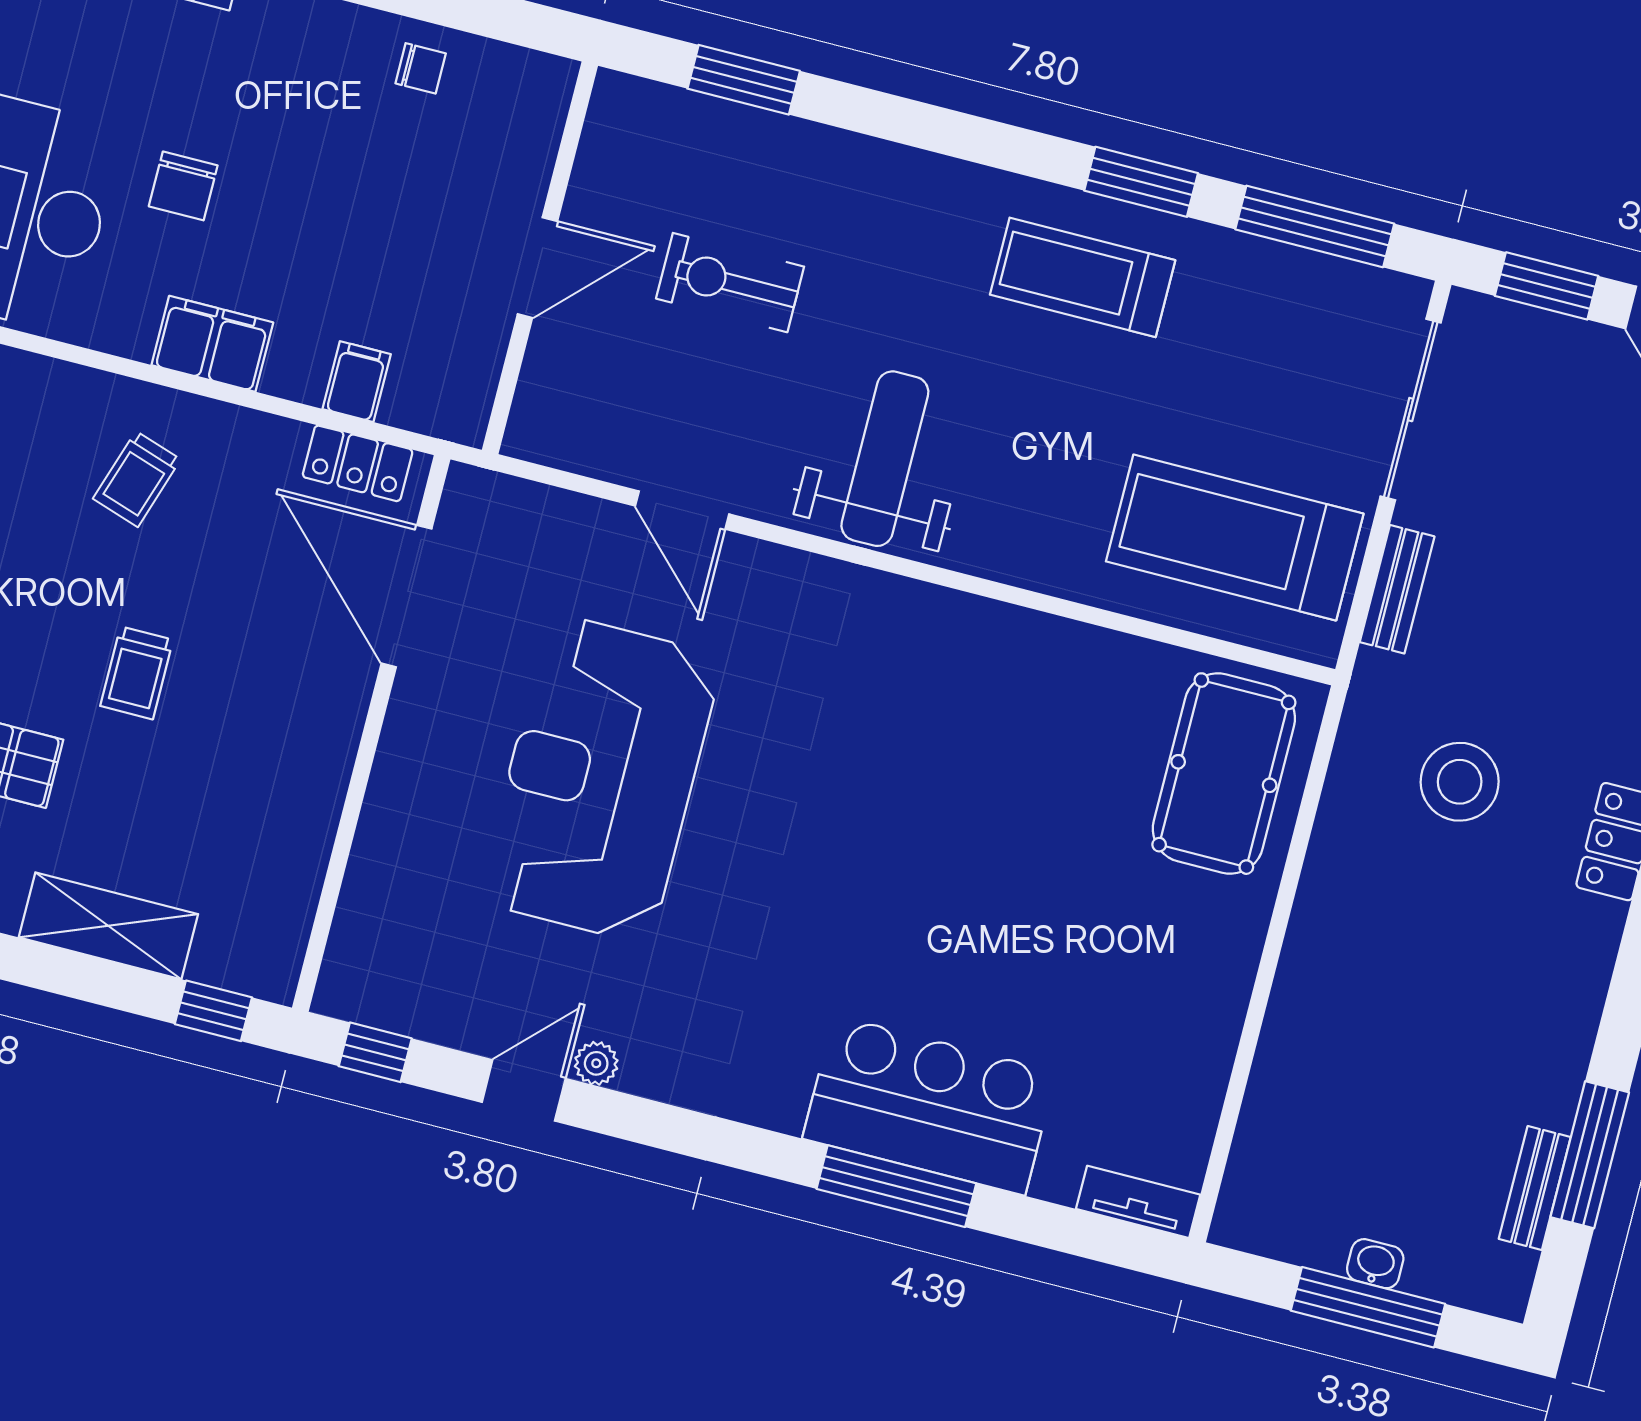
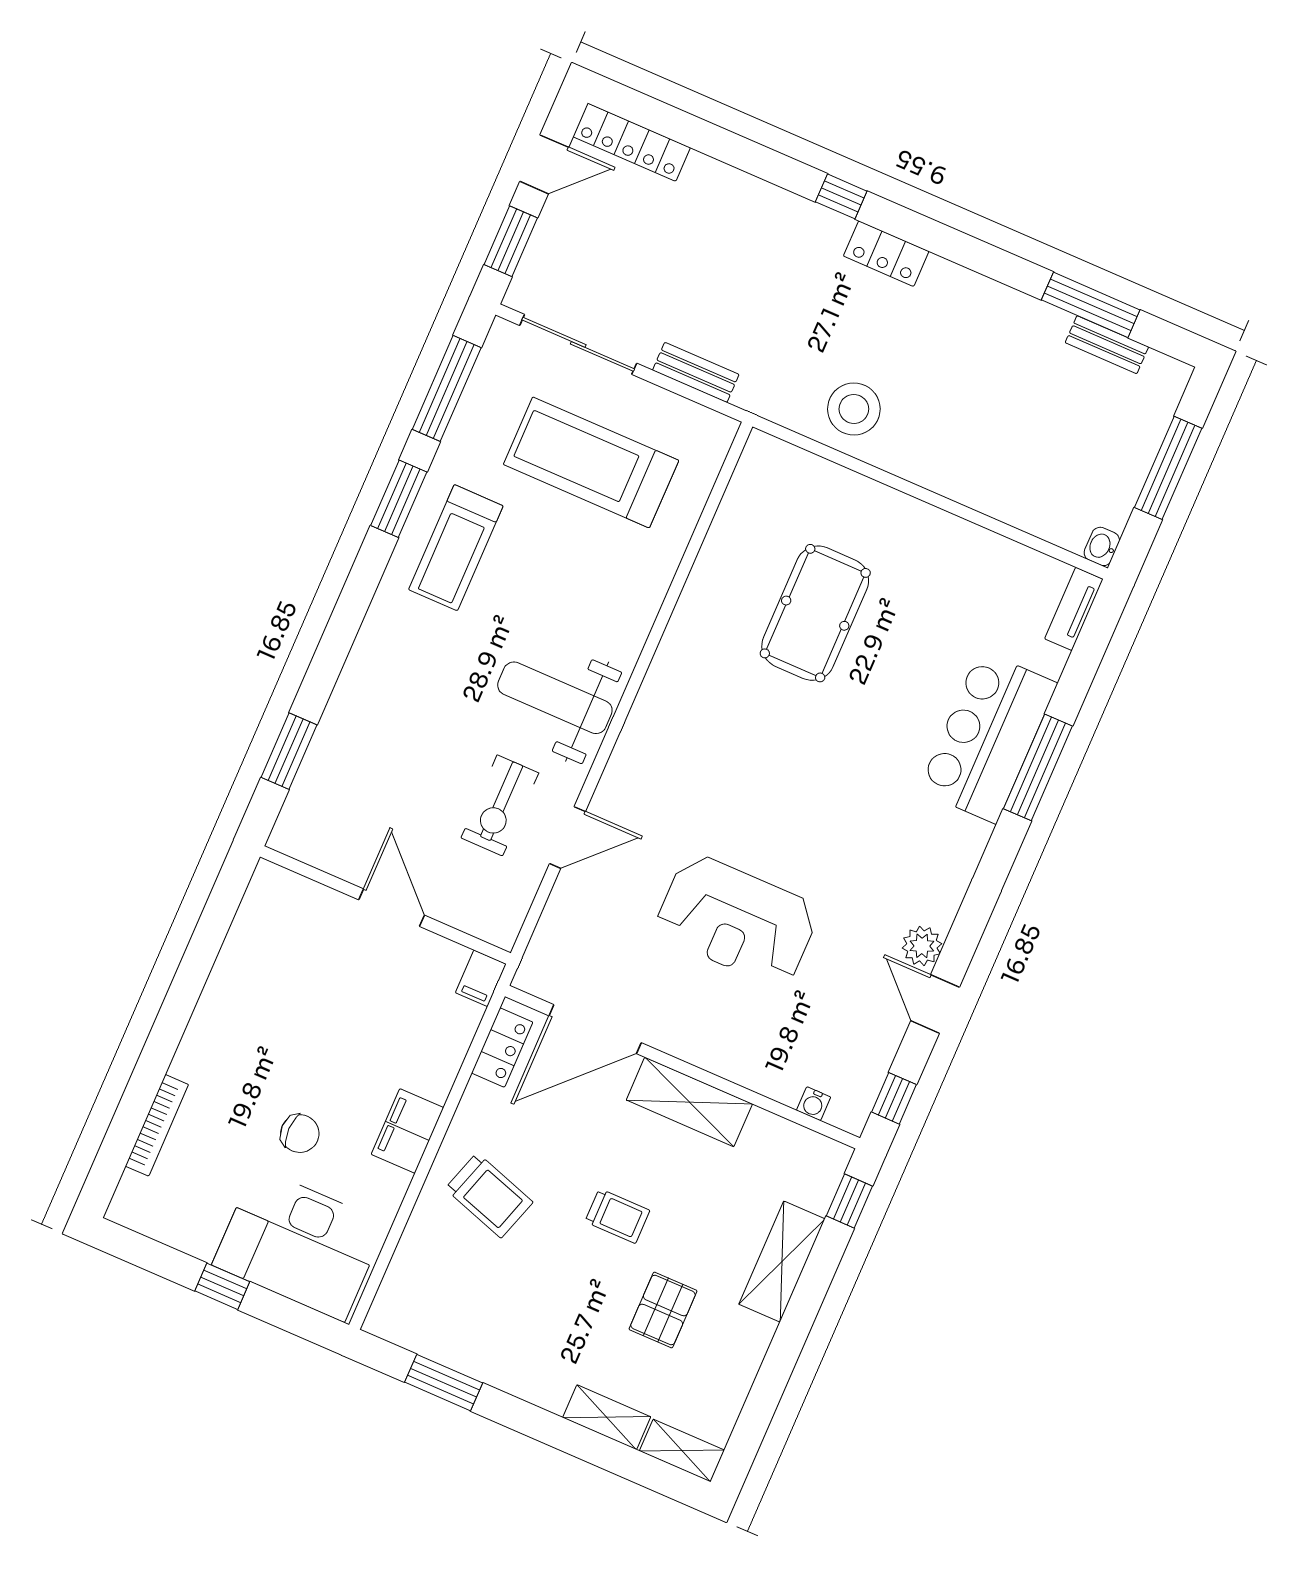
chair: (421, 68) -> (247, 964), removed
exercise bike: (730, 283) -> (500, 805), moved
filing cabinet: (357, 382) -> (481, 978), moved, turned -90
trolley: (137, 479) -> (489, 1195), width x1.36, depth x1.39
treadmill: (1235, 538) -> (591, 462), moved, turned 90
shelving: (322, 752) -> (689, 1102), added
pool table: (1224, 774) -> (815, 613), moved, turned 90
reception desk: (600, 779) -> (737, 920), width x0.74, depth x0.77
stool: (1460, 782) -> (854, 409), moved
water cooler: (348, 935) -> (814, 1104), added
plant: (596, 1063) -> (922, 946), width x1.38, depth x1.38
washbasin: (1375, 1264) -> (1102, 546), moved

